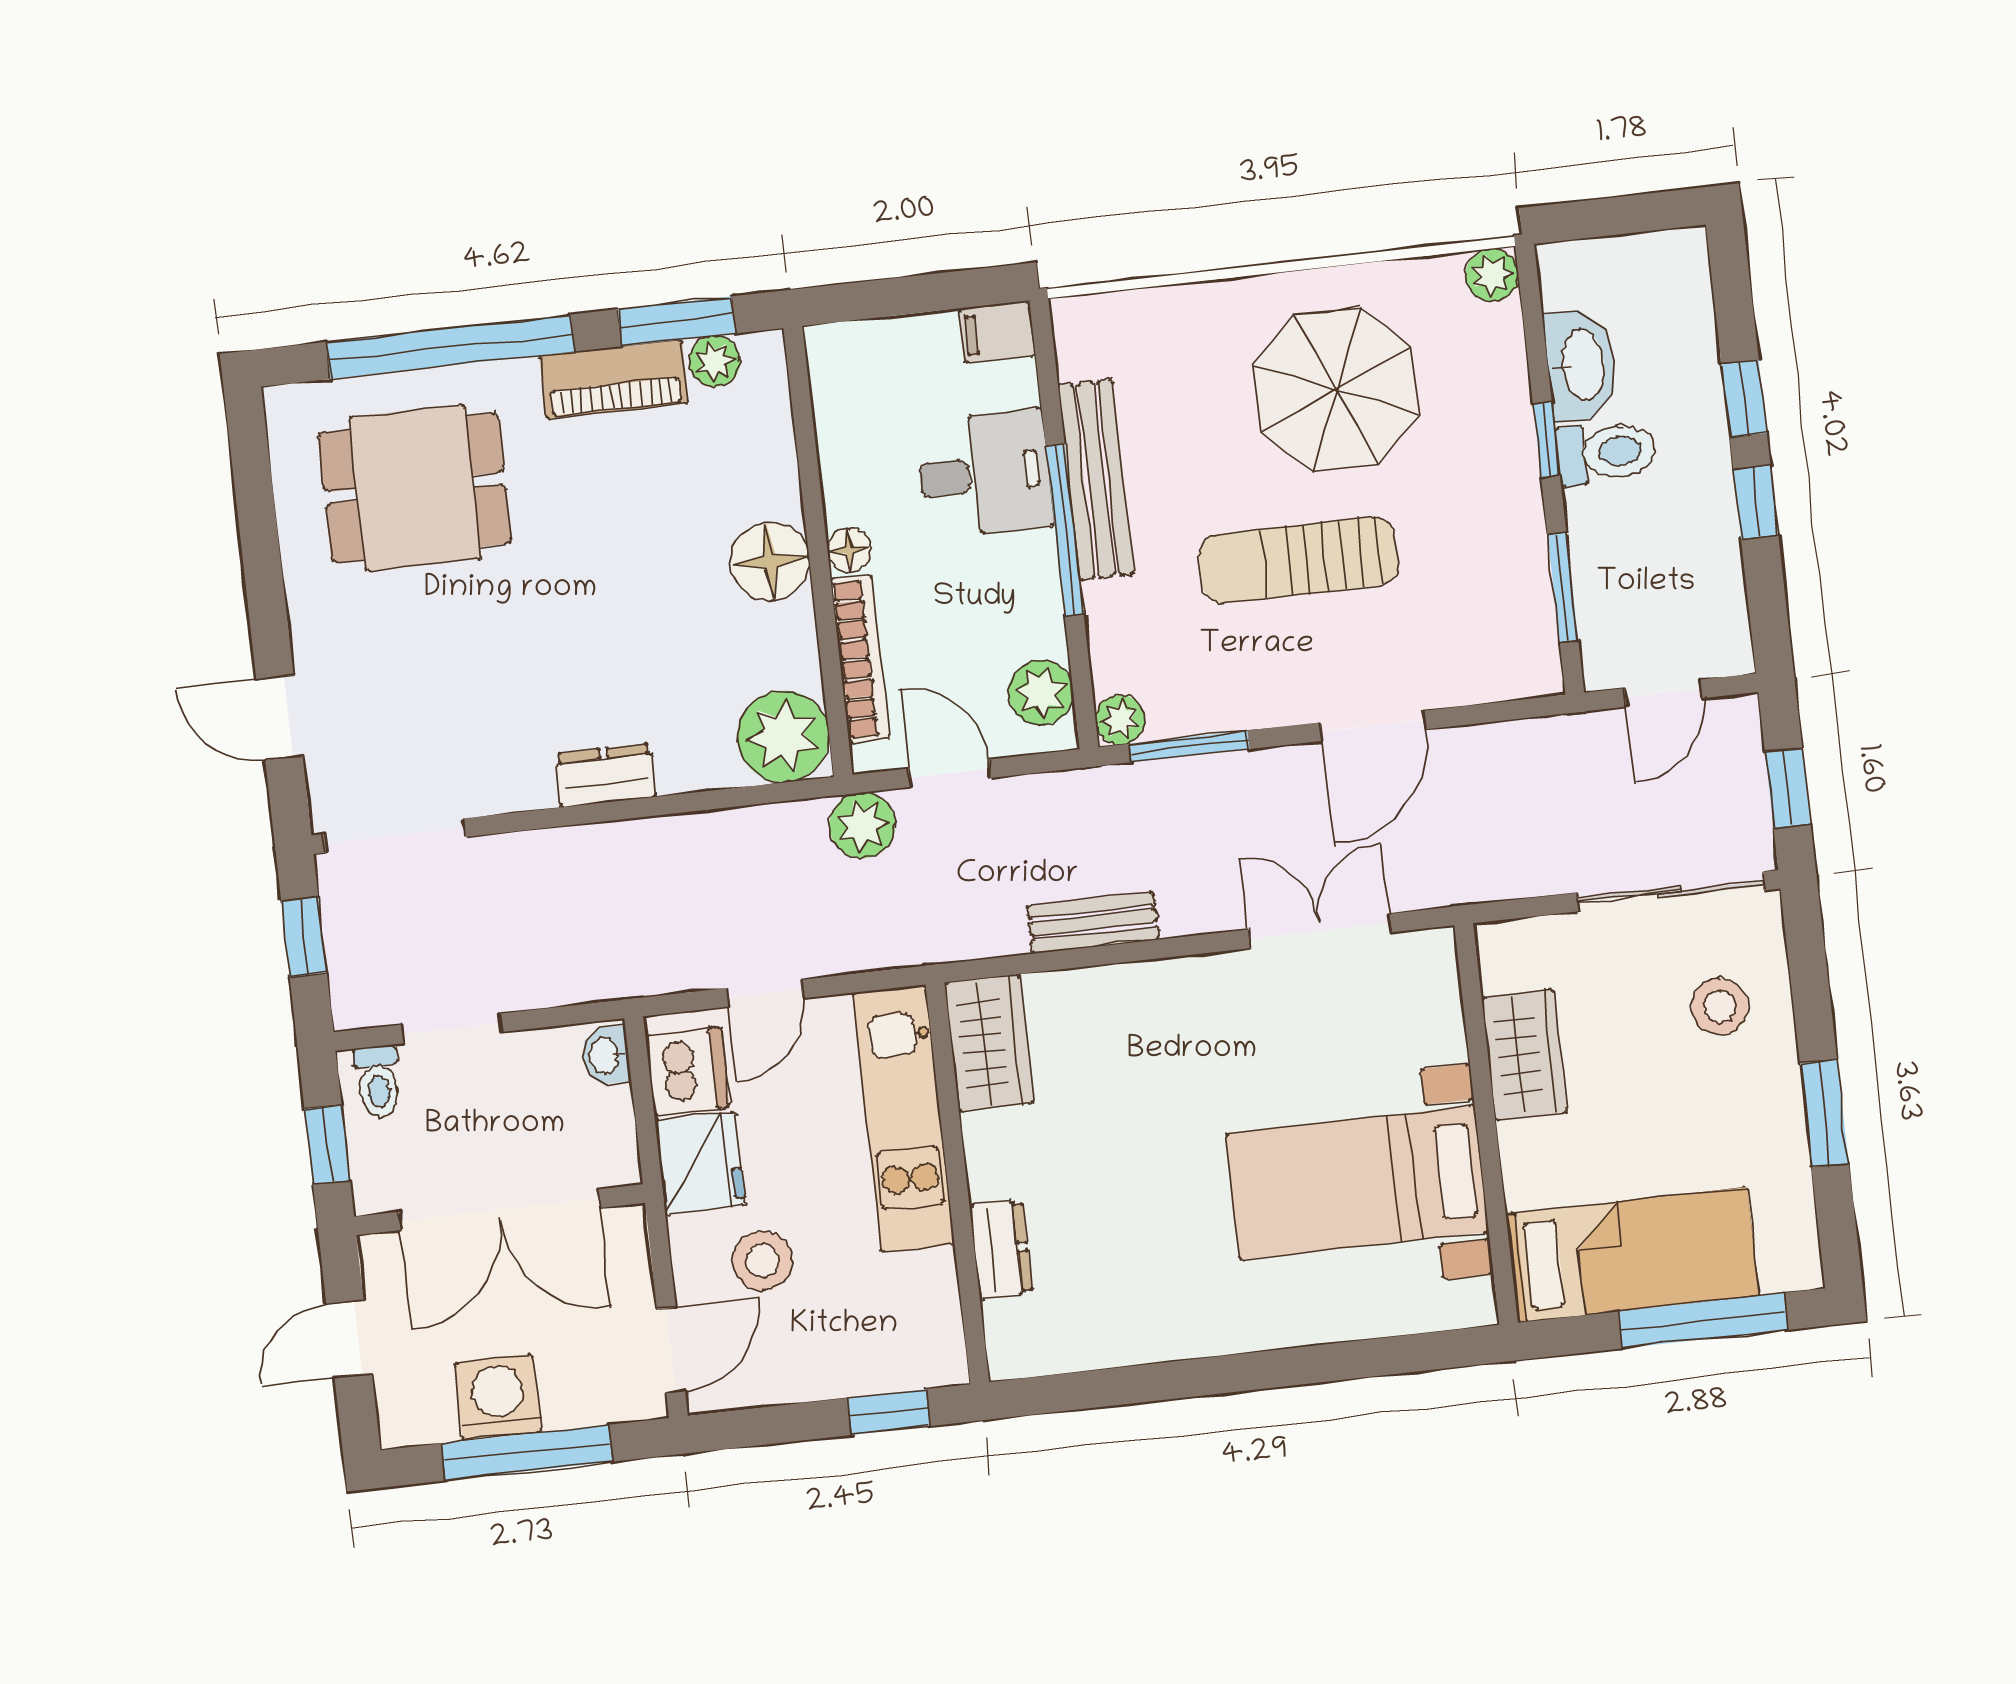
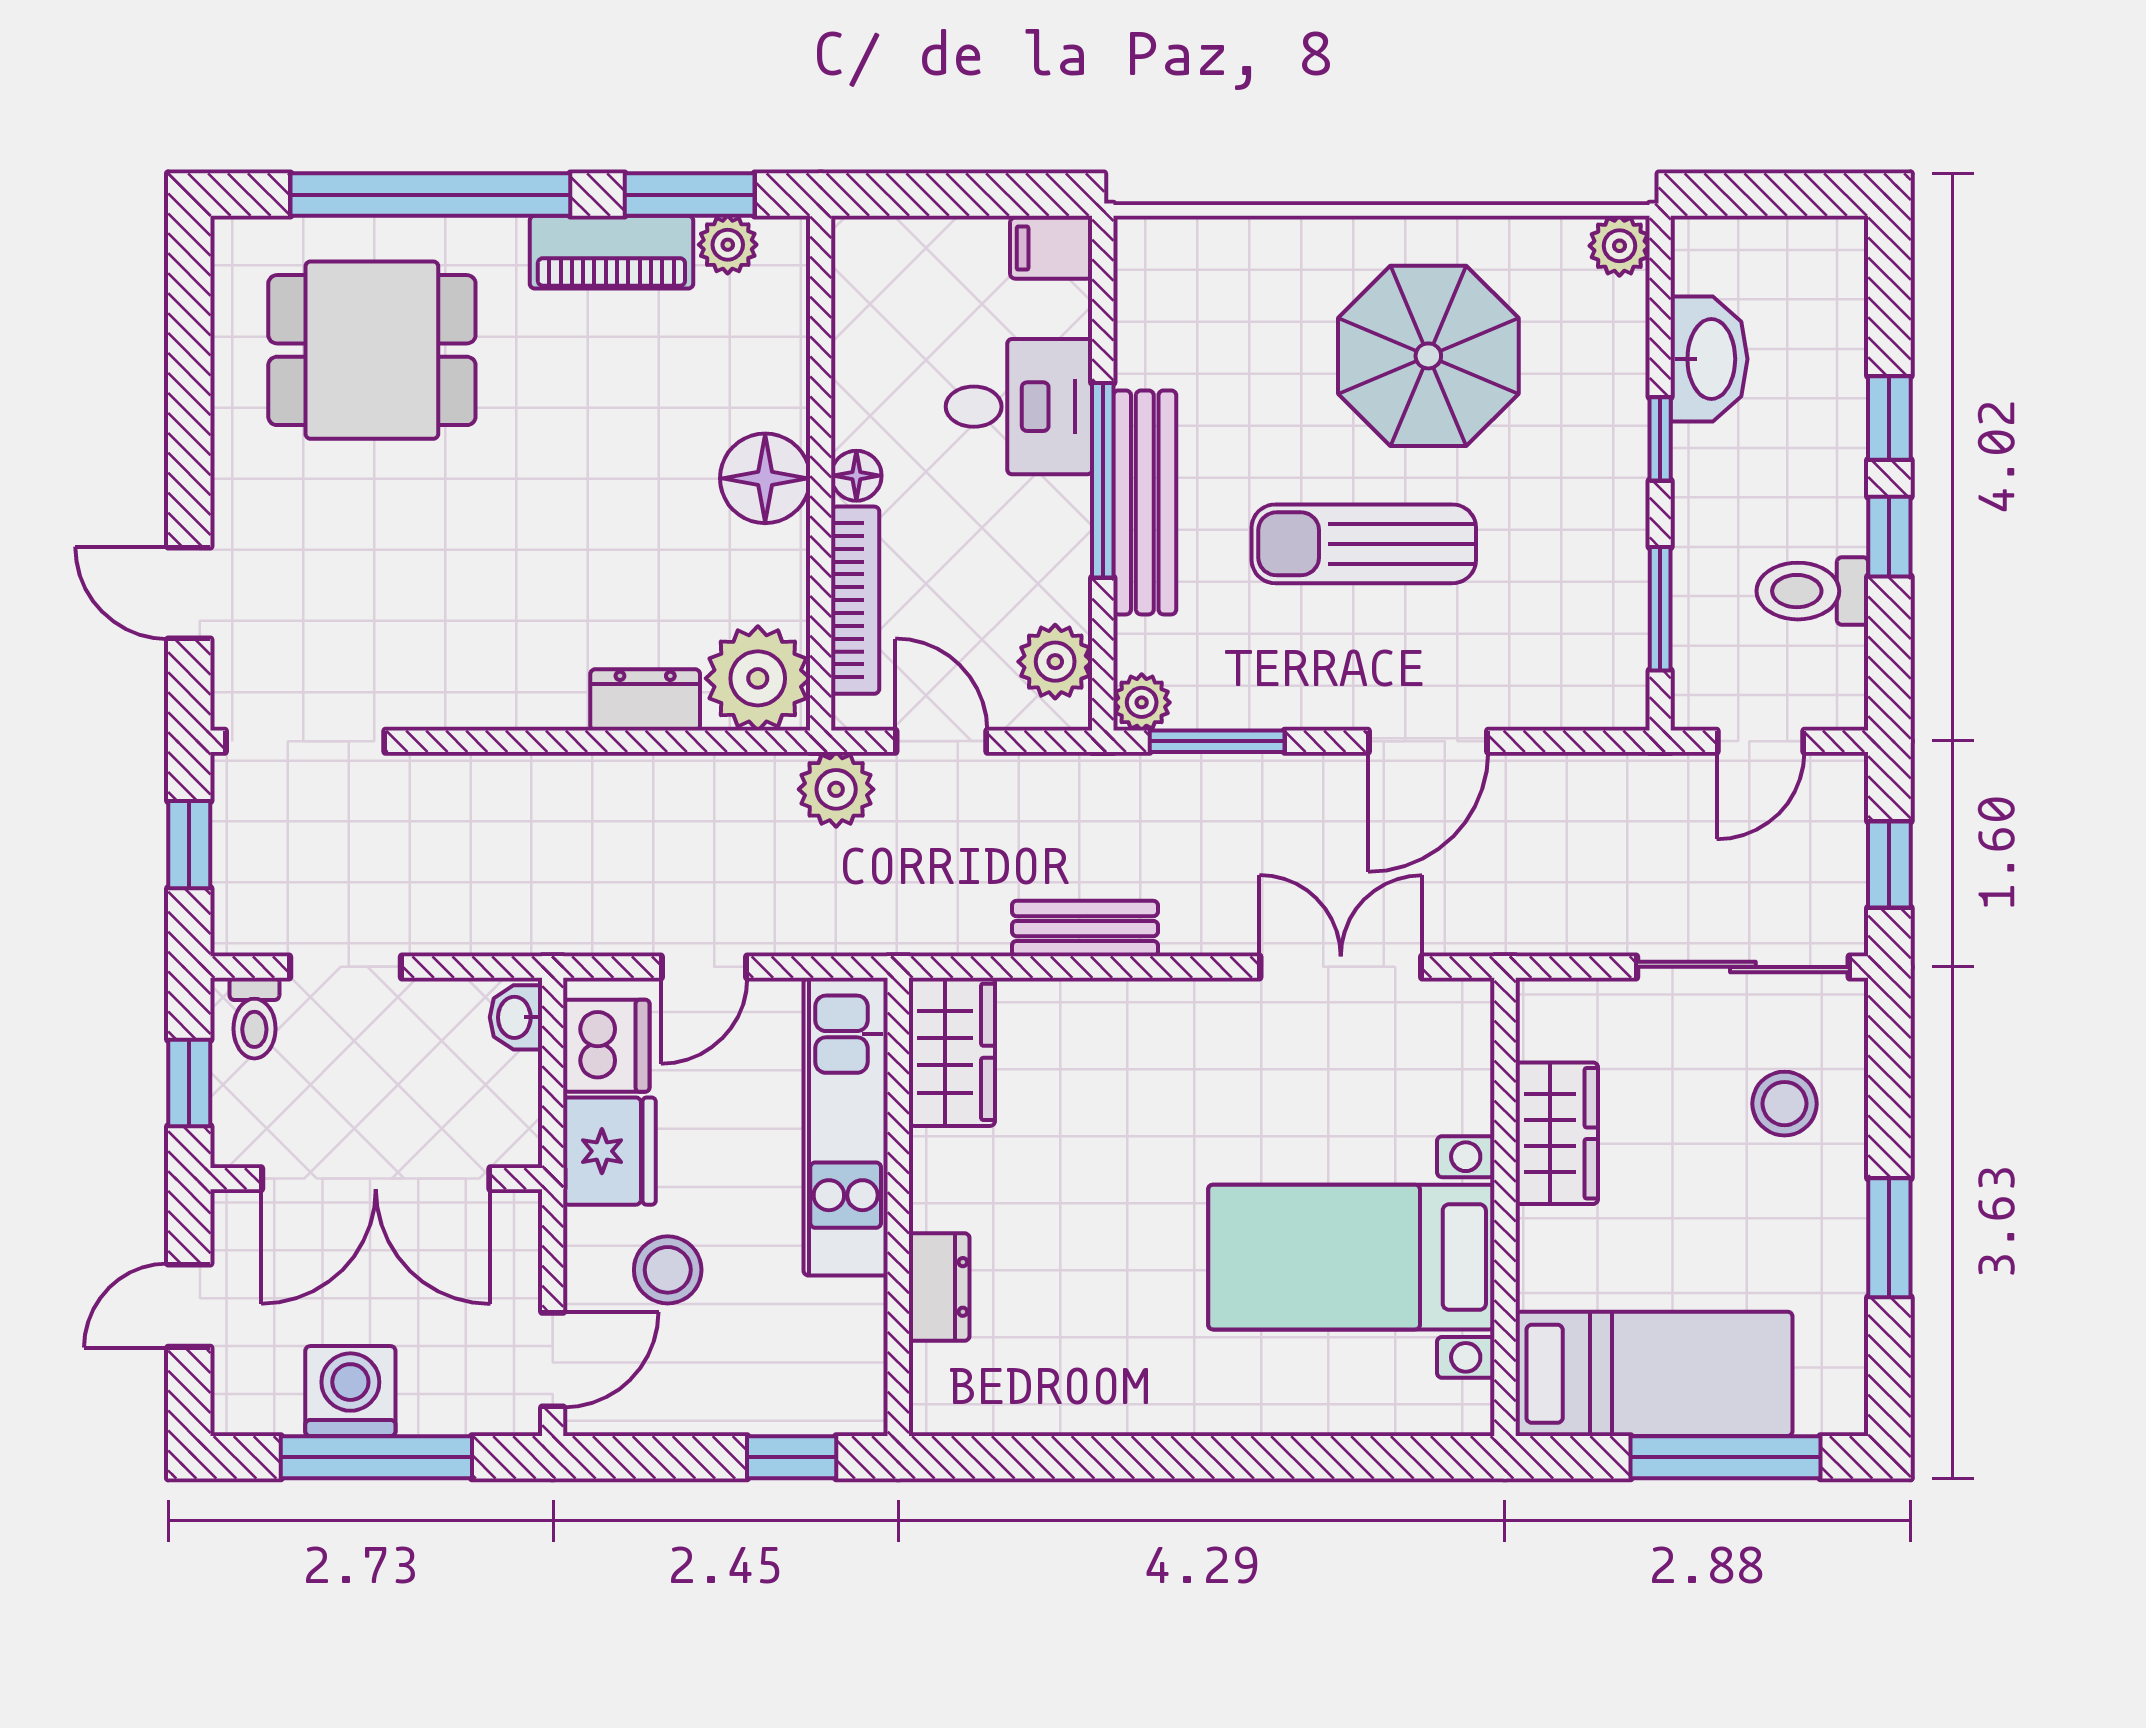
toilet: (1606, 452) -> (1812, 591), moved, turned 180
bench: (1096, 480) -> (1145, 502), moved
dresser: (606, 775) -> (645, 700), moved

